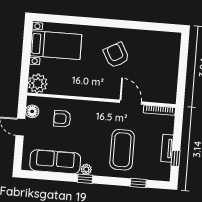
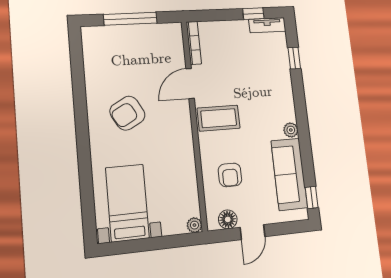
window: (183, 68) -> (130, 19), added
plant: (38, 83) -> (194, 225), width x0.53, depth x0.53
tv unit: (167, 148) -> (267, 25), moved
coffee table: (122, 150) -> (219, 118), moved, width x0.73, depth x0.76
window: (85, 179) -> (312, 198), moved

